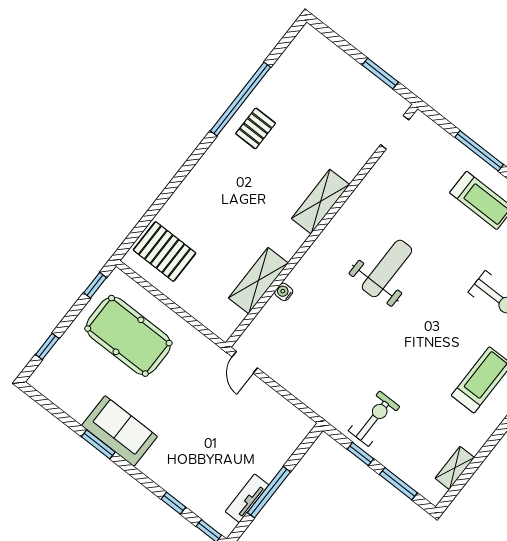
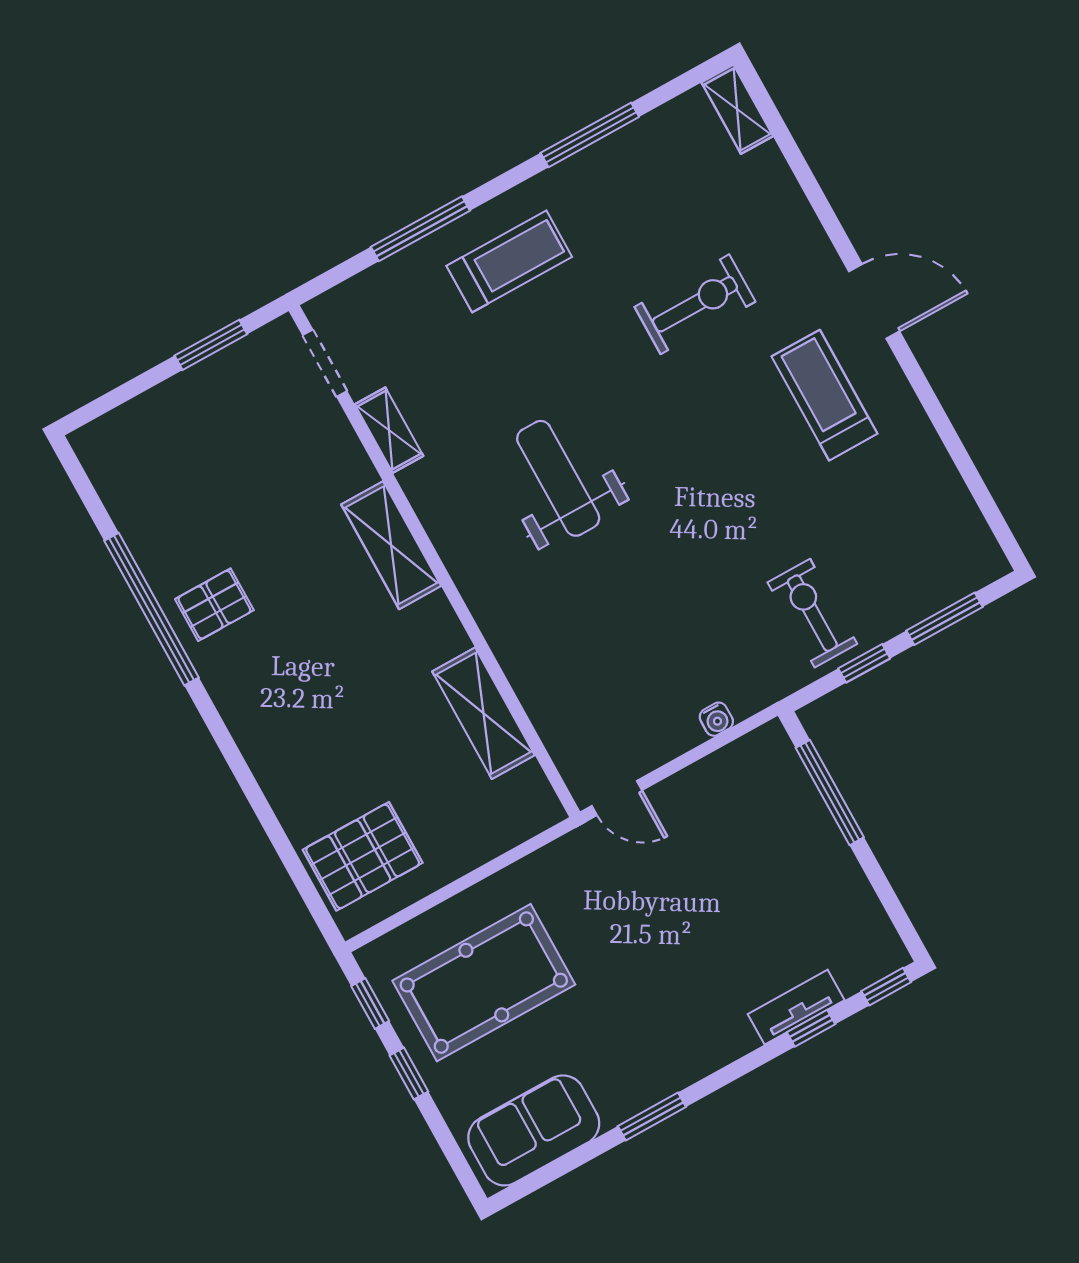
pallet: (256, 128) -> (214, 605), turned 90
water cooler: (284, 292) -> (716, 719), moved, turned -90
window: (47, 347) -> (409, 1073), moved
sofa: (119, 431) -> (534, 1130), moved
shelving: (455, 468) -> (389, 430), moved
window: (269, 492) -> (830, 793), moved
tv unit: (247, 498) -> (796, 1007), moved, turned 90

